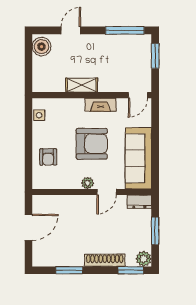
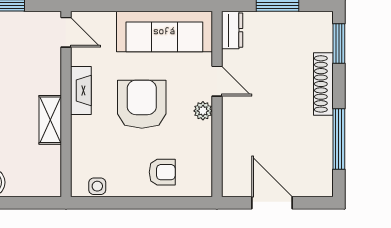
plant: (144, 259) -> (321, 23), removed
window: (69, 270) -> (339, 139), width x1.44

